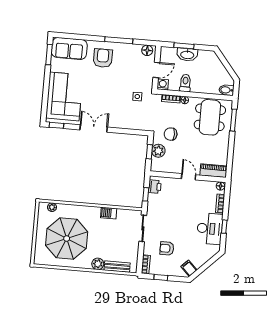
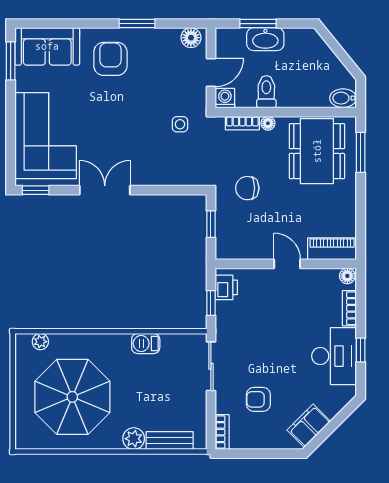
window: (119, 40) -> (137, 24), width x0.69
plant: (158, 151) -> (227, 221), removed
filing cabinet: (189, 268) -> (309, 426), width x2.00
window: (161, 277) -> (252, 454), removed

